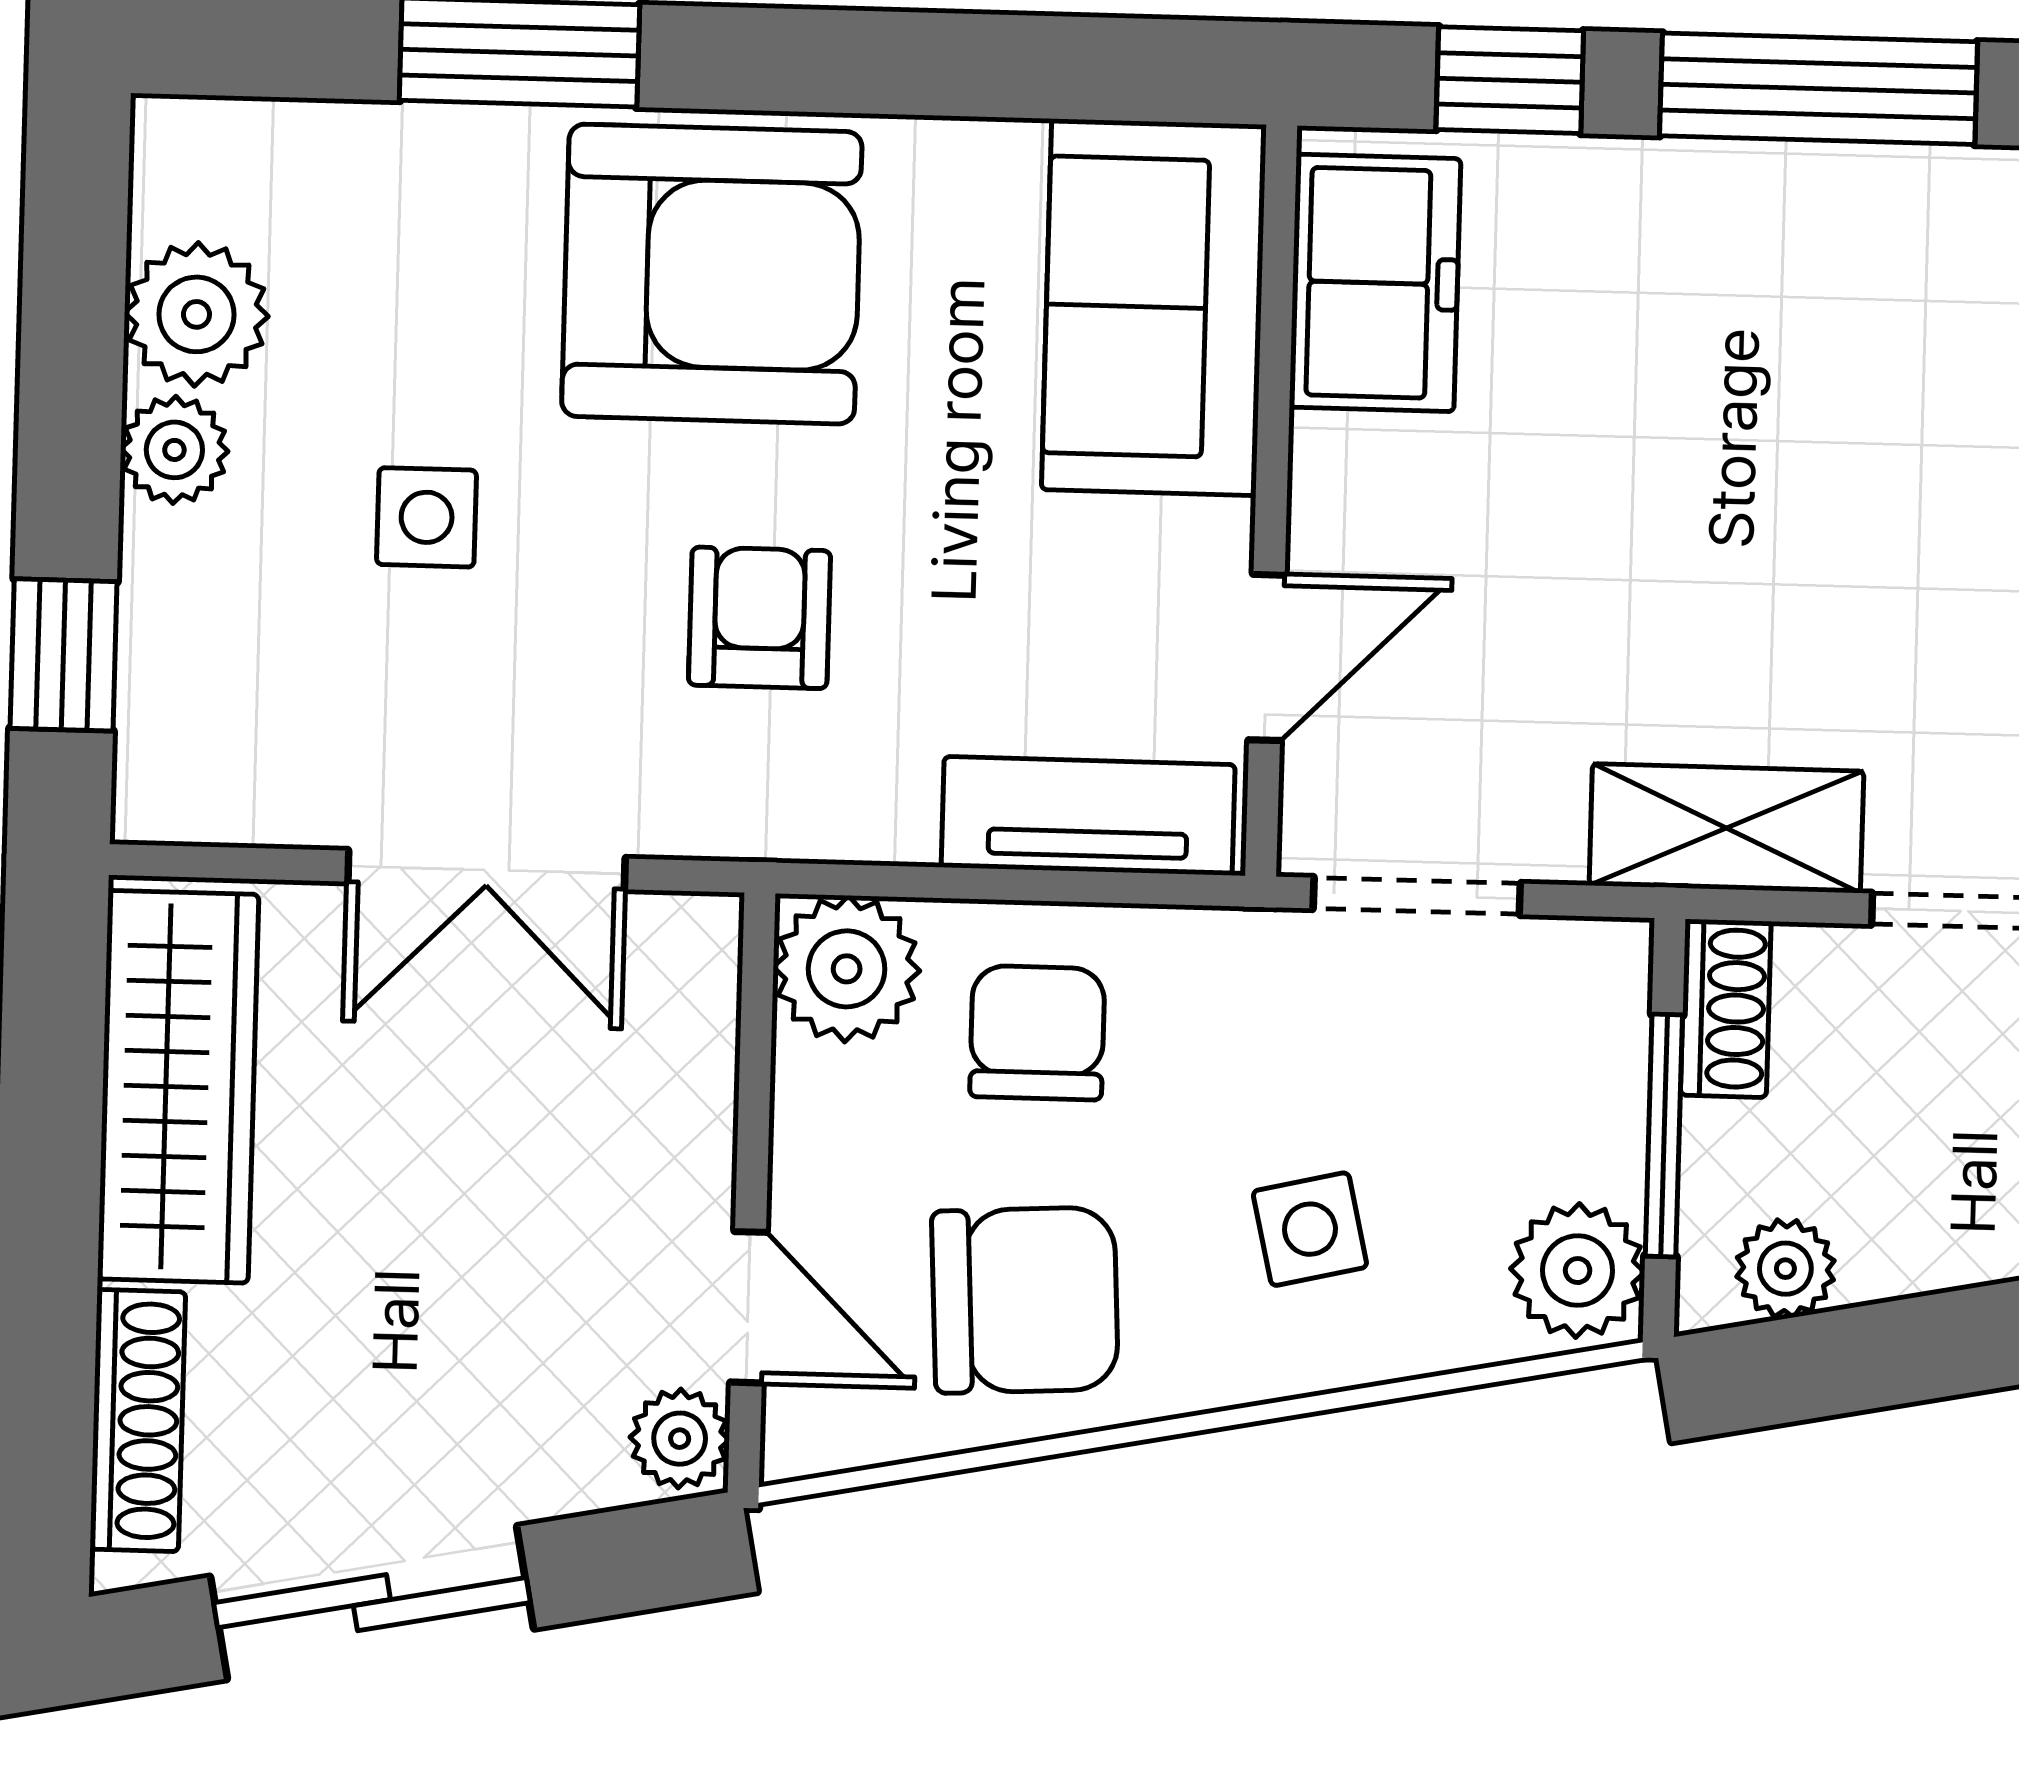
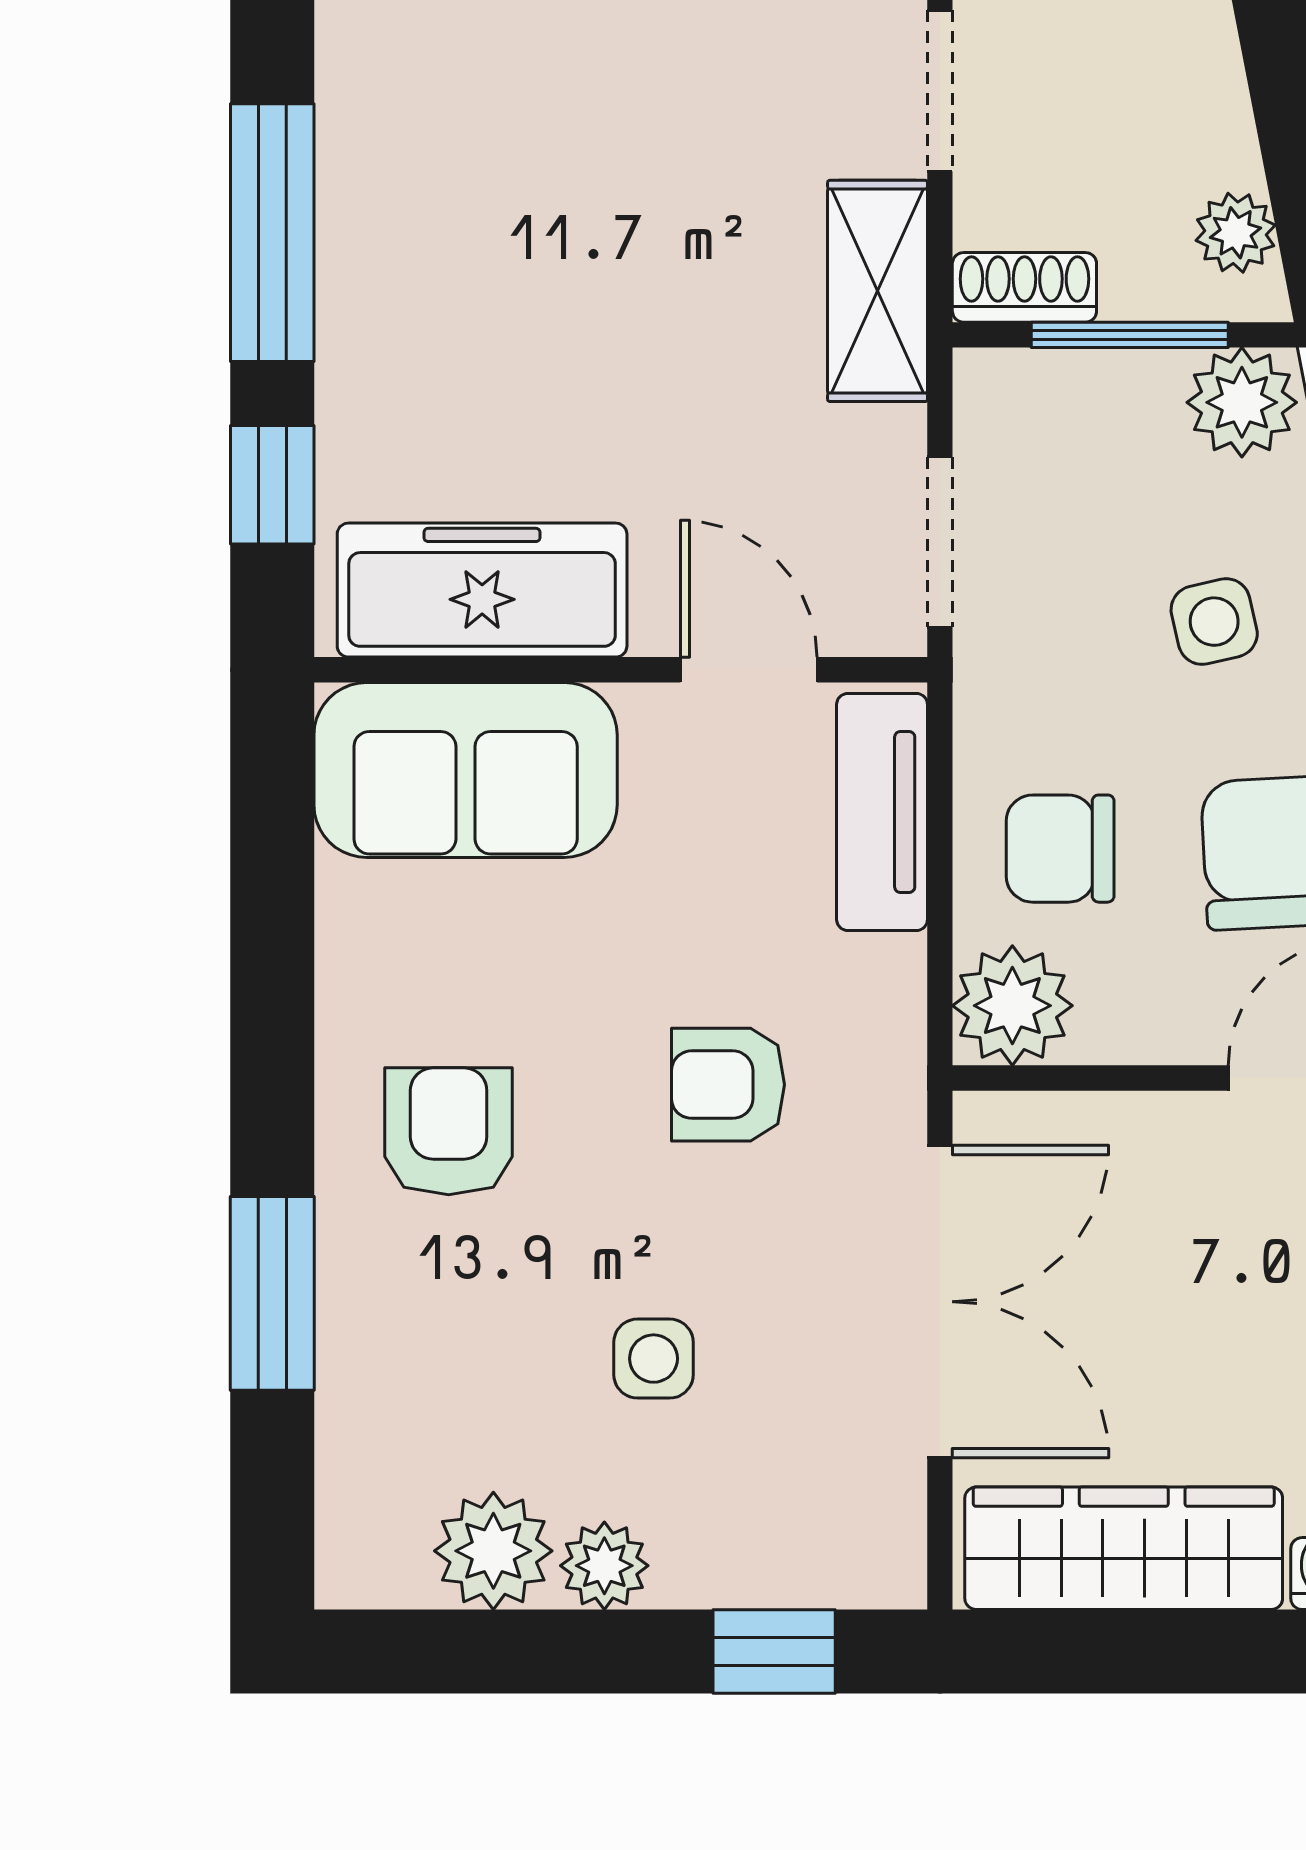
armchair: (712, 274) -> (449, 1131), width x0.53, depth x0.53
freezer: (1375, 283) -> (482, 590), width x1.40
double door: (486, 870) -> (940, 1302), width x1.37

